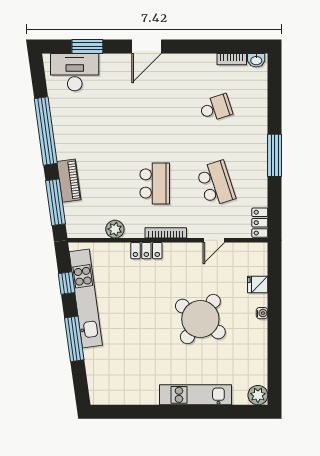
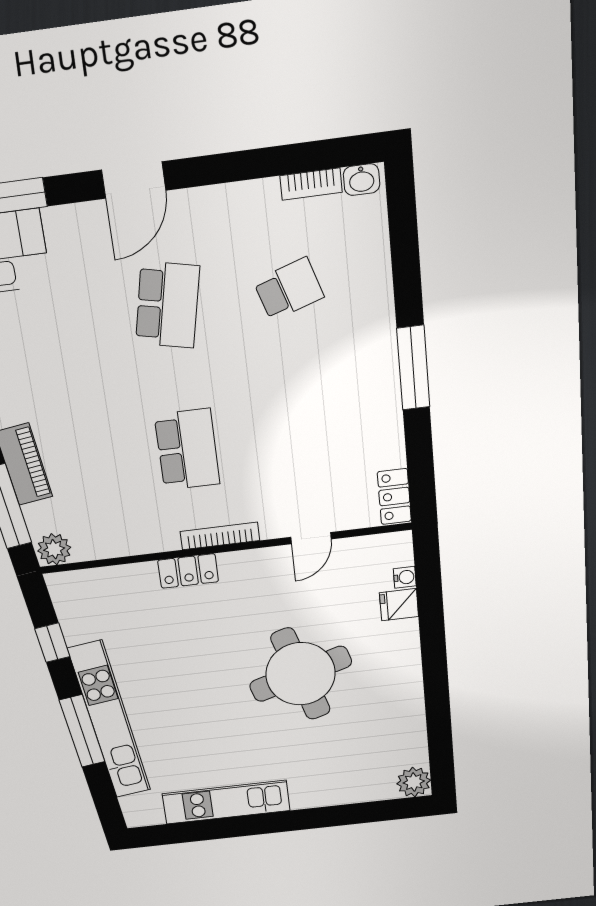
school desk: (216, 183) -> (168, 305), moved, turned 30
plant: (115, 229) -> (54, 549), moved
kitchen unit: (86, 298) -> (110, 720), moved
water cooler: (262, 313) -> (405, 577), moved
round table: (200, 319) -> (301, 674), turned 37
kitchen unit: (195, 395) -> (226, 802), moved

